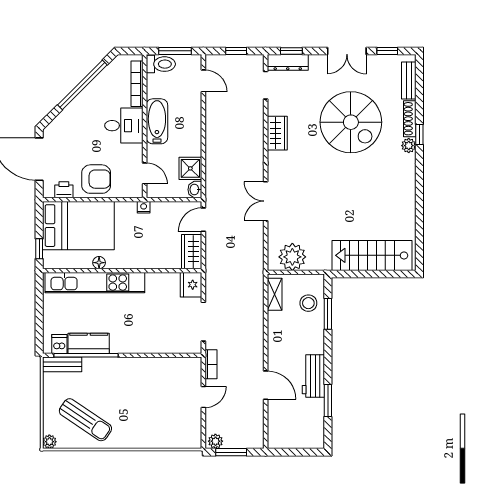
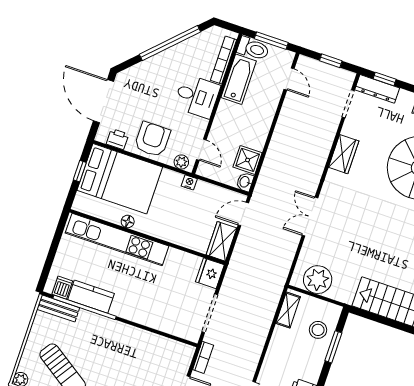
bathtub: (157, 121) -> (239, 79), moved
armchair: (96, 179) -> (152, 139), turned -90
plant: (130, 191) -> (181, 162), added
window: (39, 249) -> (80, 171), moved

